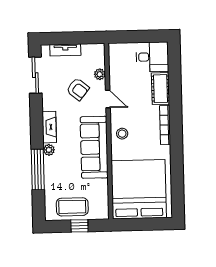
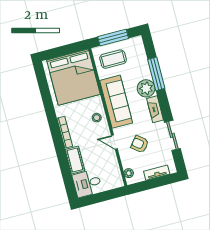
plant: (100, 74) -> (129, 173), moved
sliding door: (35, 75) -> (172, 135), moved
plant: (49, 150) -> (146, 88), width x1.88, depth x1.88
coffee table: (72, 207) -> (113, 59), moved
window: (79, 226) -> (113, 37), width x2.17

